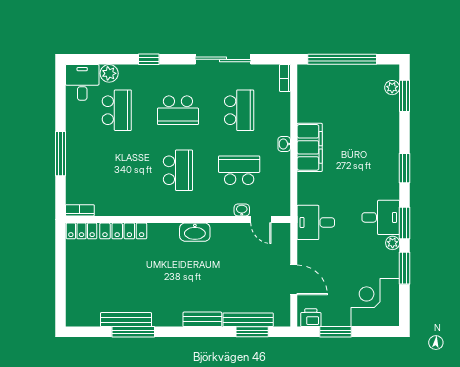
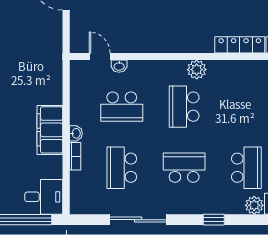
bookcase: (285, 78) -> (75, 156), moved
school desk: (117, 110) -> (246, 168), turned 180
plant: (166, 207) -> (197, 70), added
desk: (316, 222) -> (44, 197), moved
washbasin: (195, 232) -> (167, 44), removed

